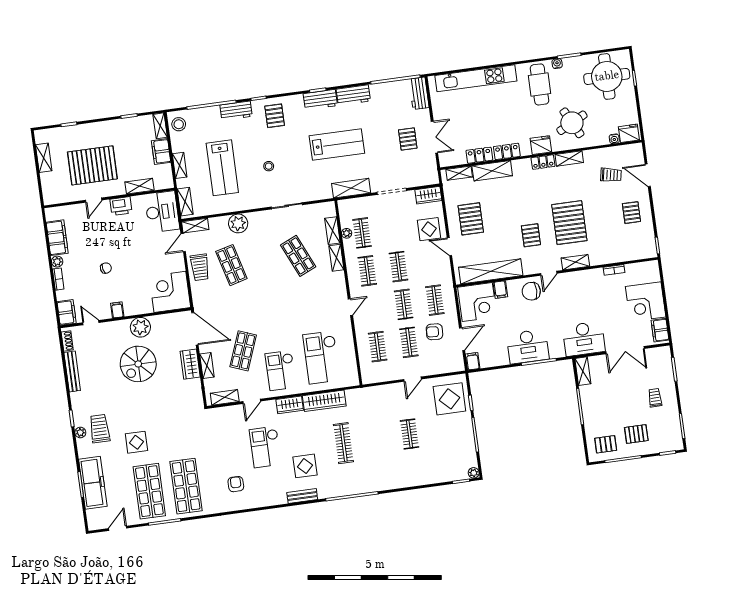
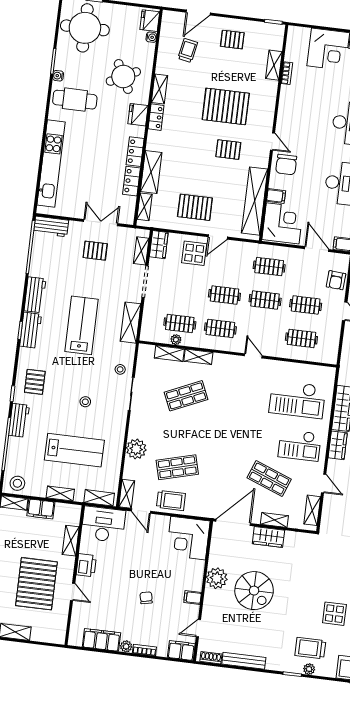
pallet: (275, 116) -> (35, 382), turned 90
shelving: (418, 181) -> (141, 251), added
stool: (306, 190) -> (120, 369), added
shelving: (575, 262) -> (274, 65), moved
armchair: (434, 332) -> (336, 280), moved

